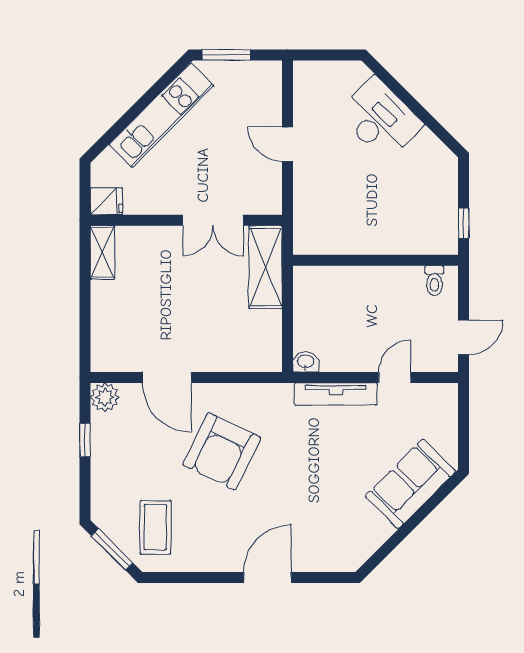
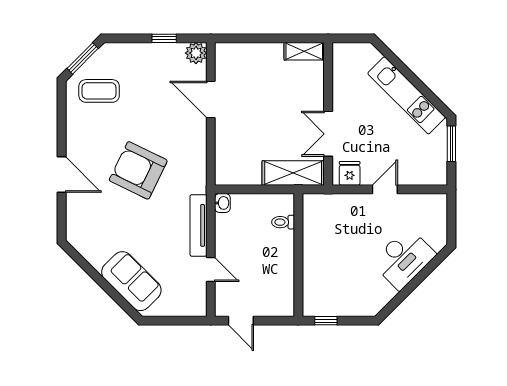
fridge: (107, 201) -> (350, 173), moved, turned 180
toilet: (434, 281) -> (283, 222), moved
door: (167, 377) -> (211, 99), hinge flipped
armchair: (222, 451) -> (138, 170), moved

